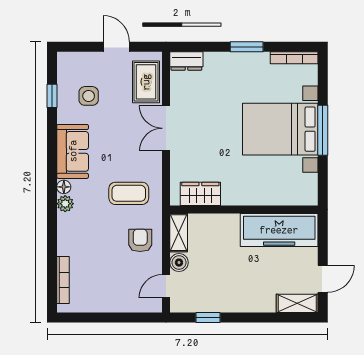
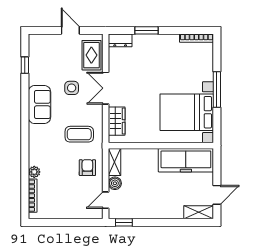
window: (247, 47) -> (147, 30), moved
side table: (89, 96) -> (72, 88), moved
bed with nightstands: (280, 129) -> (187, 112), moved
floor lamp: (64, 187) -> (33, 130), removed
wardrobe: (200, 194) -> (117, 121), moved, turned 90
plant: (65, 204) -> (34, 172), moved
window: (208, 318) -> (124, 222), moved

